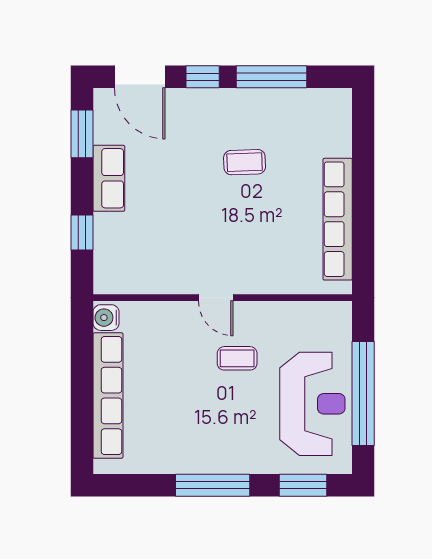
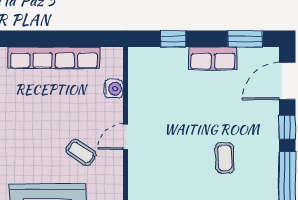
water cooler: (106, 318) -> (114, 89), moved, turned 90
coffee table: (237, 358) -> (81, 152), turned -56

